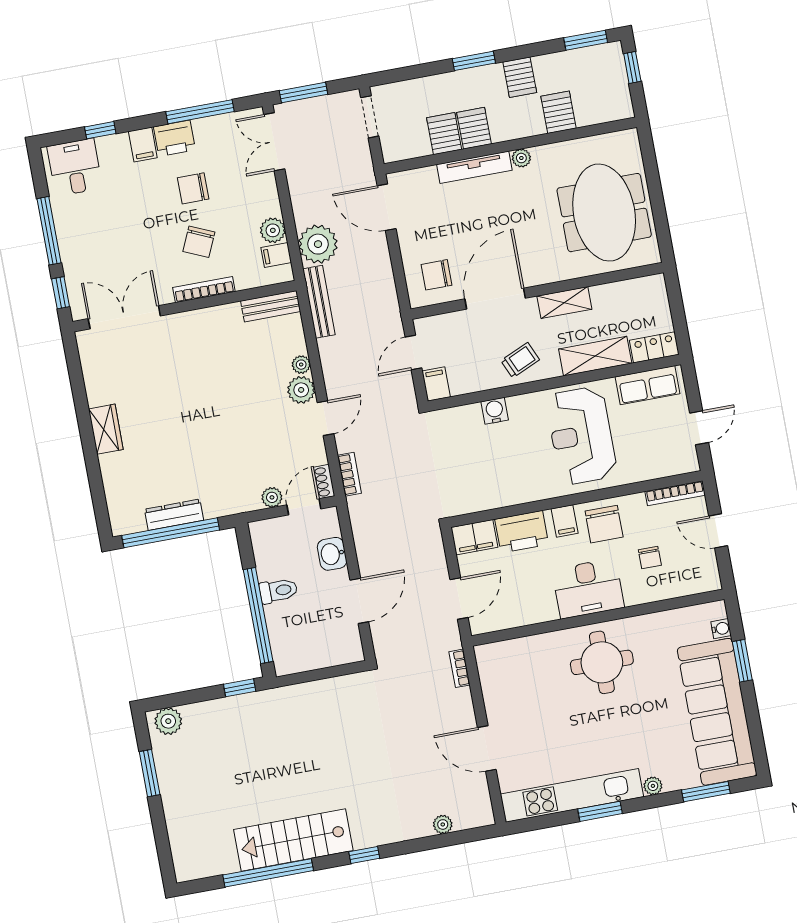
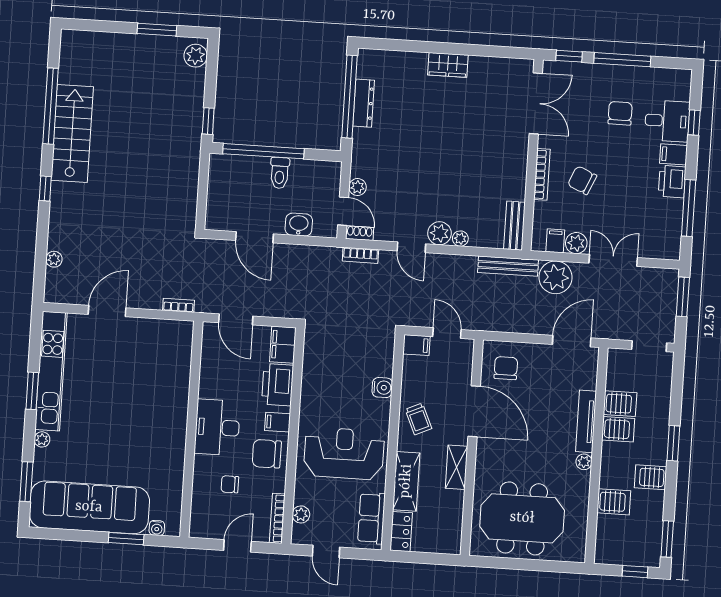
double door: (274, 142) -> (613, 260), moved
desk: (75, 167) -> (667, 121), moved
chair: (193, 188) -> (620, 113), moved
plant: (664, 467) -> (301, 514), added
round table: (602, 662) -> (154, 423), removed

